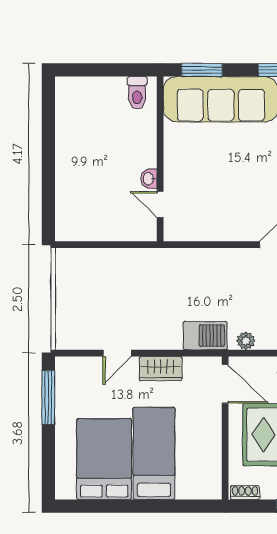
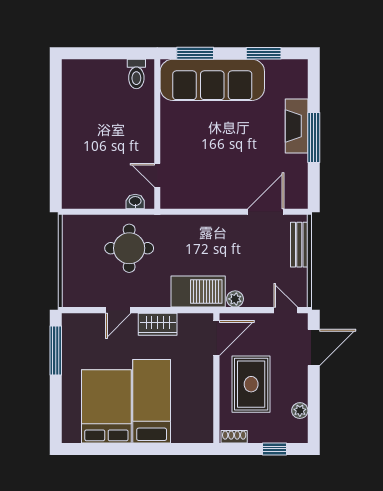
washbasin: (149, 179) -> (135, 201), moved, turned 90
round table: (129, 285) -> (129, 248), added
barbecue: (205, 336) -> (198, 292), width x1.37, depth x1.21
door: (225, 384) -> (216, 338), hinge flipped

